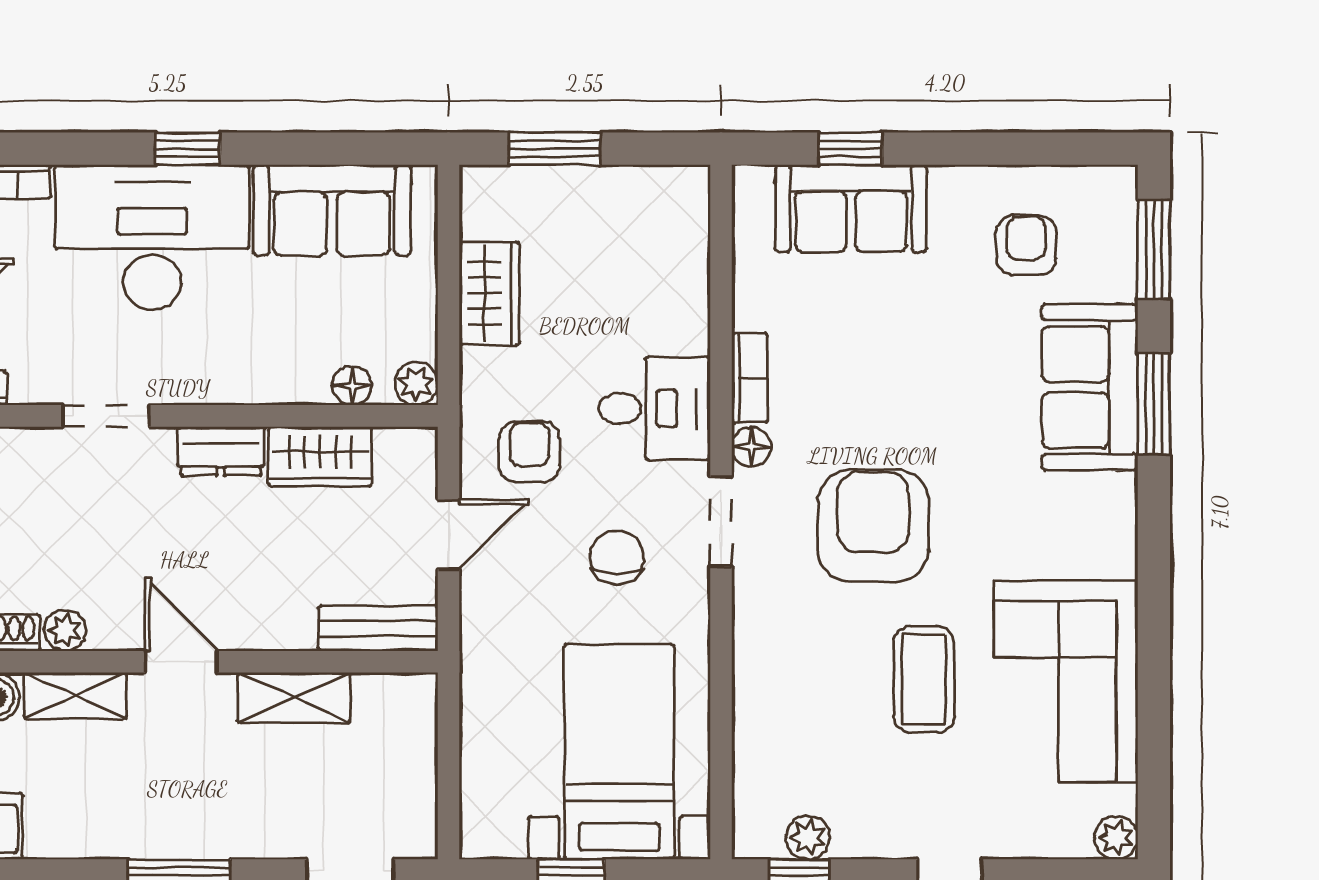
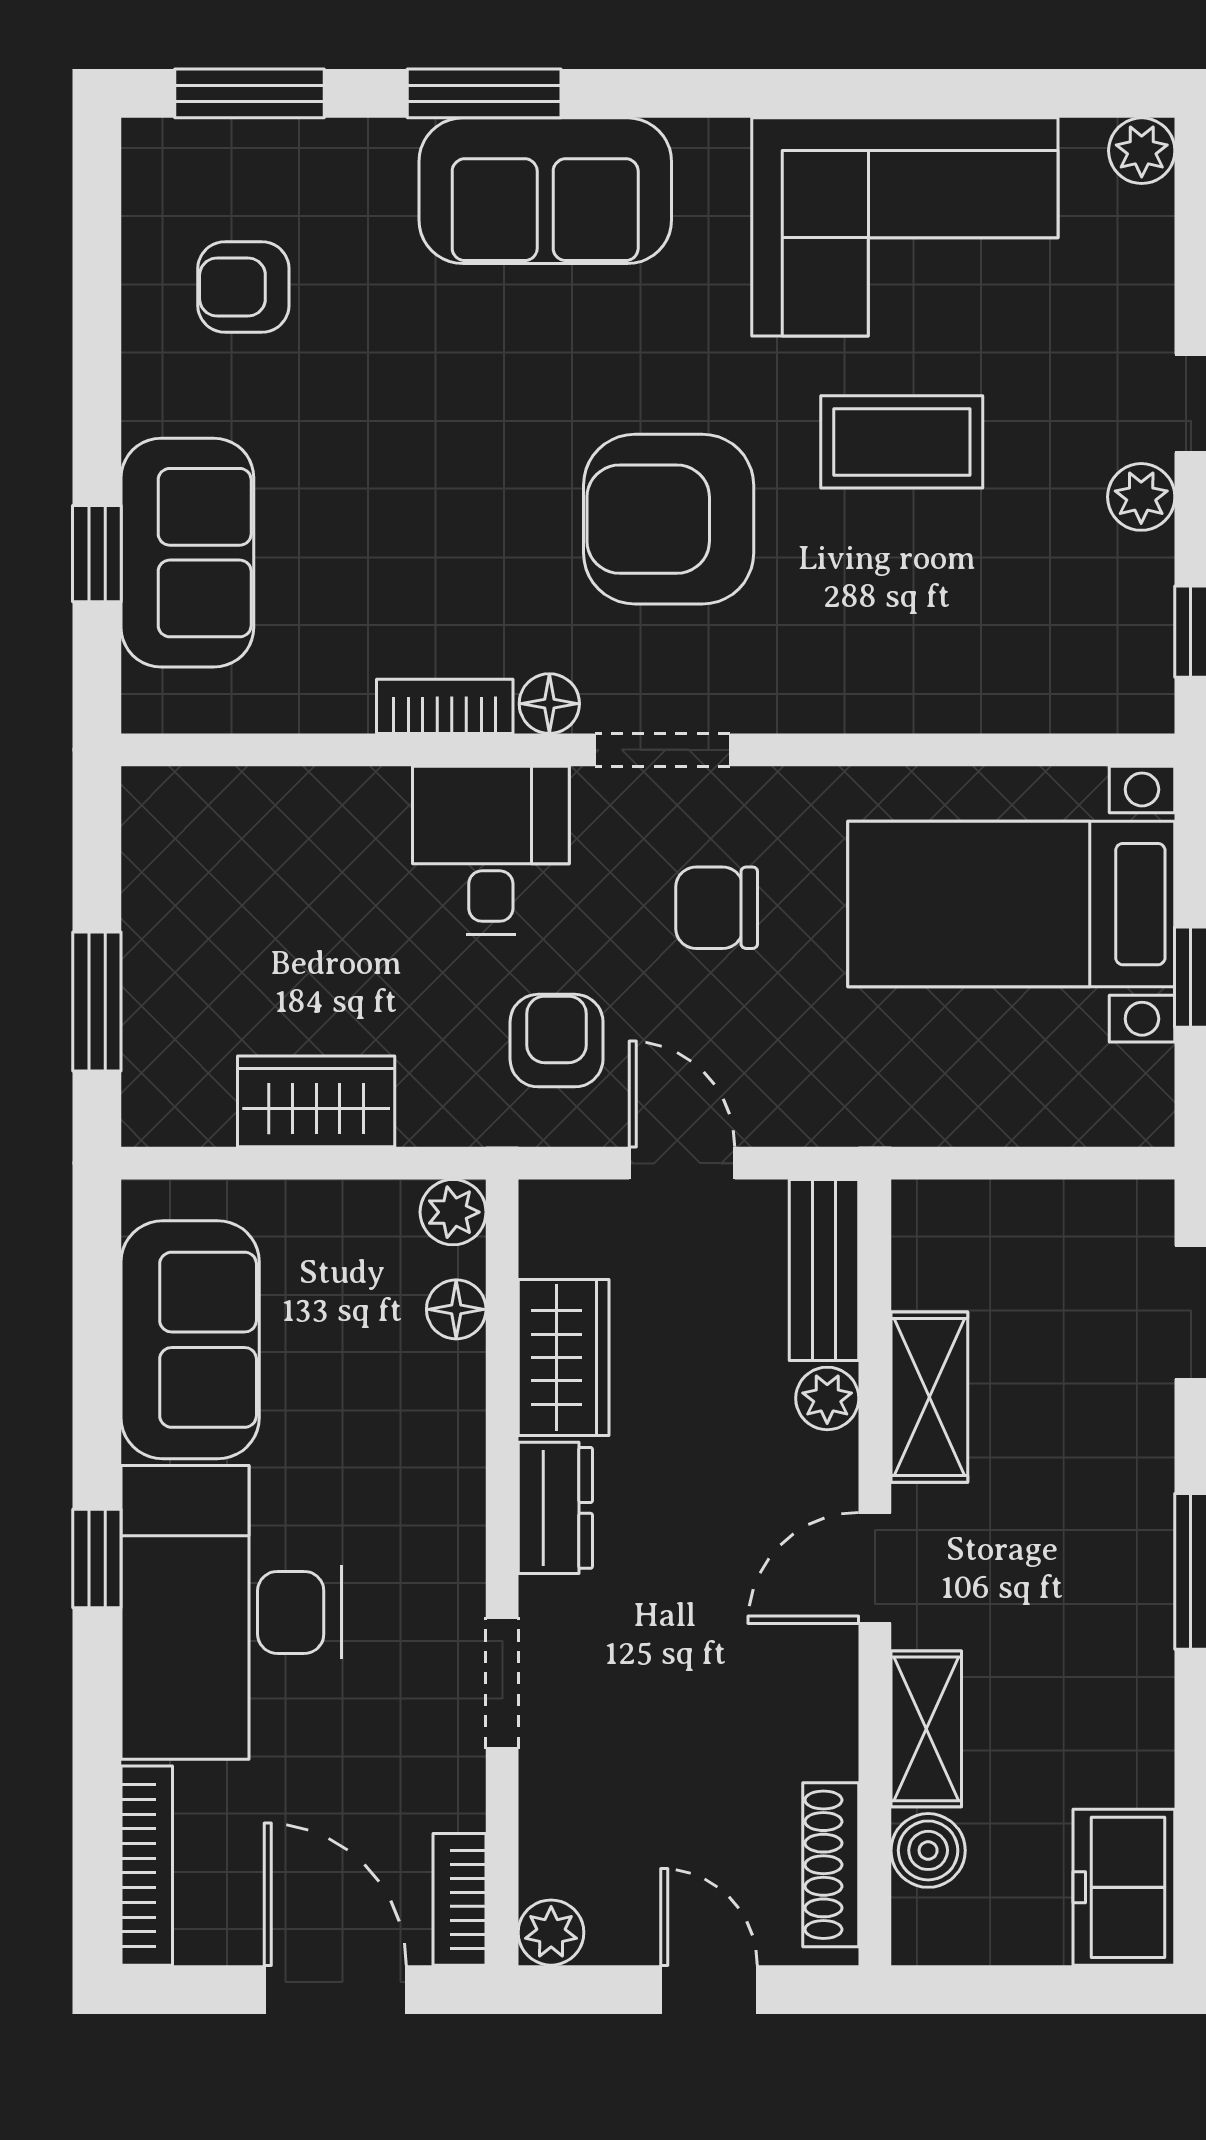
sofa: (1090, 387) -> (545, 191), moved
armchair: (529, 452) -> (557, 1041), turned 90
plant: (65, 630) -> (827, 1398), moved
plant: (808, 837) -> (1141, 497), moved

